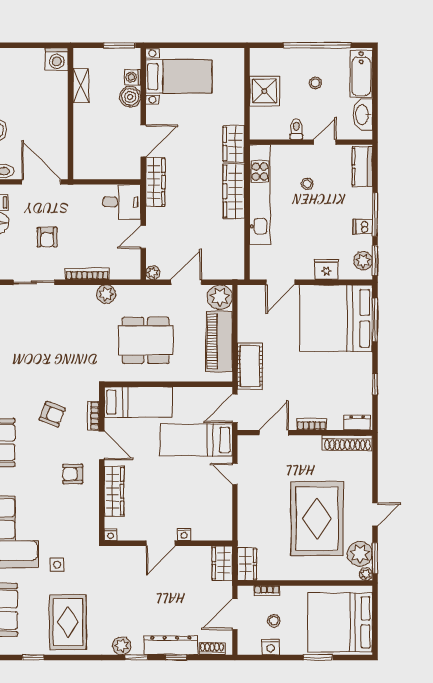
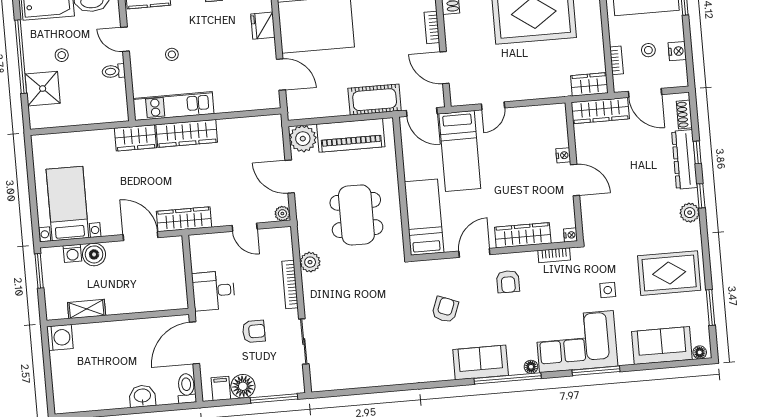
shower: (264, 91) -> (43, 89), moved
kitchen unit: (260, 194) -> (173, 106), width x0.73
desk: (122, 202) -> (213, 291), moved, turned -90
bookcase: (93, 416) -> (554, 255), moved
wardrobe: (222, 563) -> (600, 111), width x1.50
window: (33, 657) -> (711, 308), width x1.50

